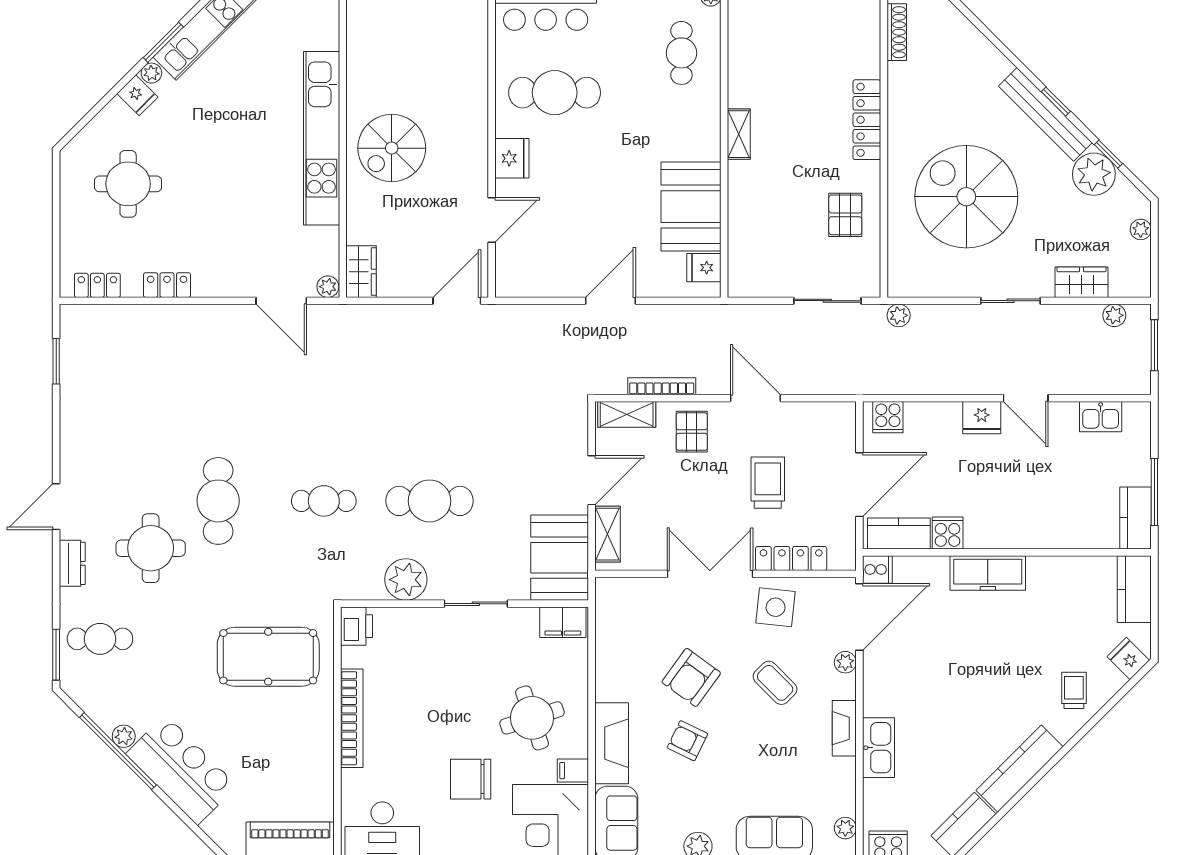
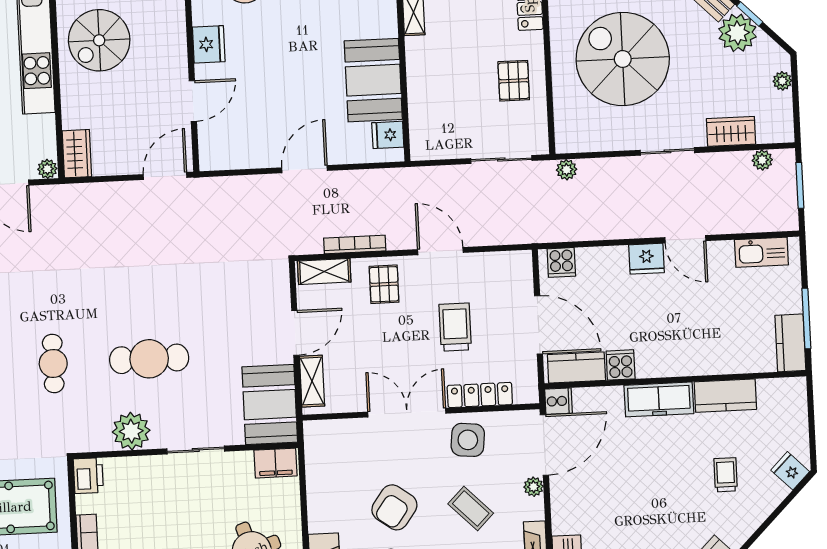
kitchen sink: (1101, 417) -> (761, 252), width x1.38
door: (859, 485) -> (538, 325), hinge flipped
cafe table: (324, 501) -> (53, 363), turned 90
kitchen counter: (1134, 589) -> (725, 396), moved, turned -90
trolley: (1074, 690) -> (726, 475), moved

